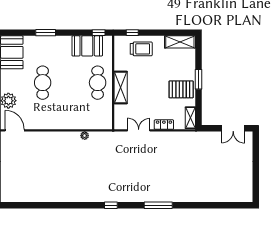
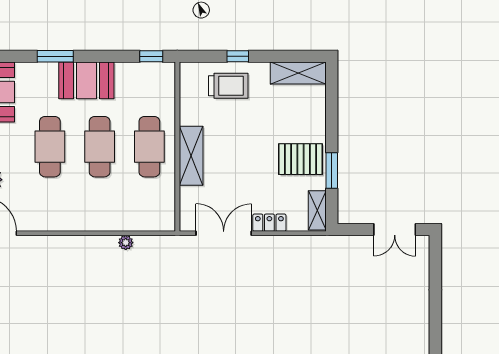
window: (132, 33) -> (238, 56), moved
booth: (87, 46) -> (86, 80), moved
window: (198, 79) -> (332, 170), moved
cafe table: (70, 83) -> (100, 147), added
double door: (139, 130) -> (224, 233), width x1.37

